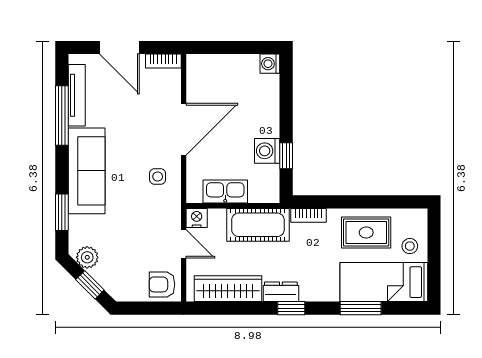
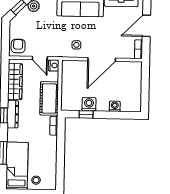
washing machine: (270, 64) -> (115, 106), moved
door: (184, 129) -> (102, 59), hinge flipped
kitchen sink: (225, 191) -> (68, 81), removed
rug: (366, 233) -> (44, 157), removed
door: (184, 244) -> (40, 58), hinge flipped
dresser: (281, 292) -> (13, 114), width x1.44

